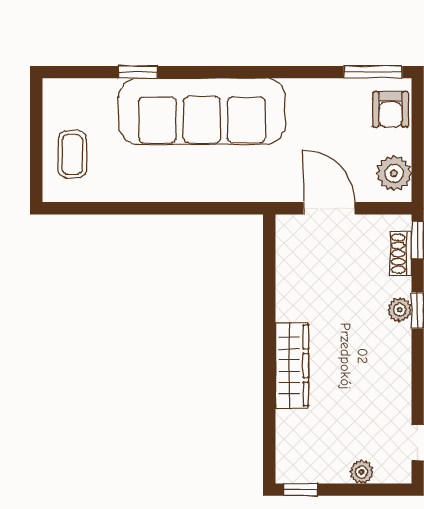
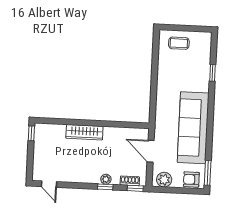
sofa: (202, 111) -> (193, 128), moved
door: (329, 208) -> (151, 151), swing flipped
plant: (361, 472) -> (38, 160), removed

